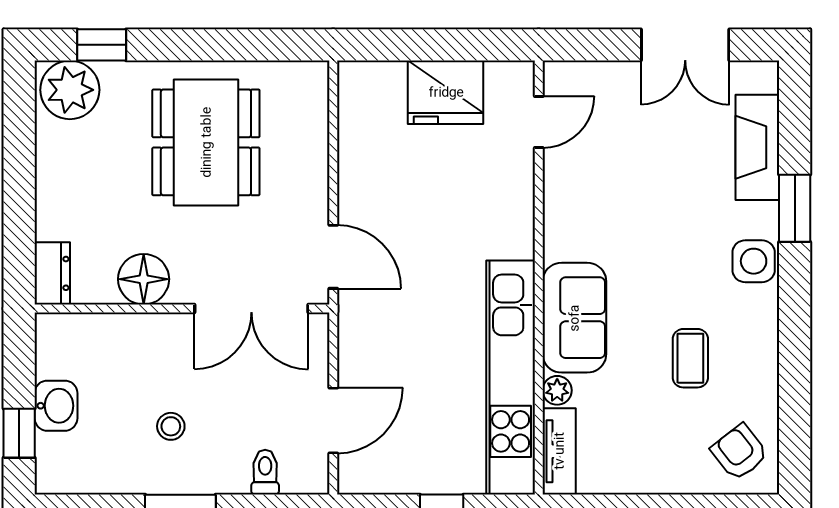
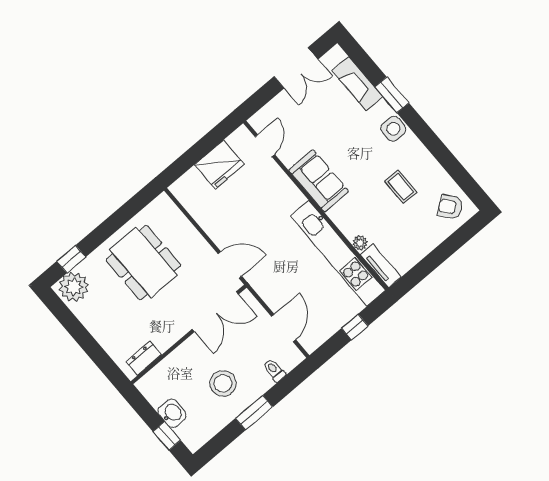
dresser: (52, 273) -> (144, 358), moved, turned -90
floor lamp: (144, 279) -> (164, 336), removed
sofa: (574, 318) -> (319, 181), moved
stool: (171, 426) -> (223, 383), width x1.89, depth x1.89

